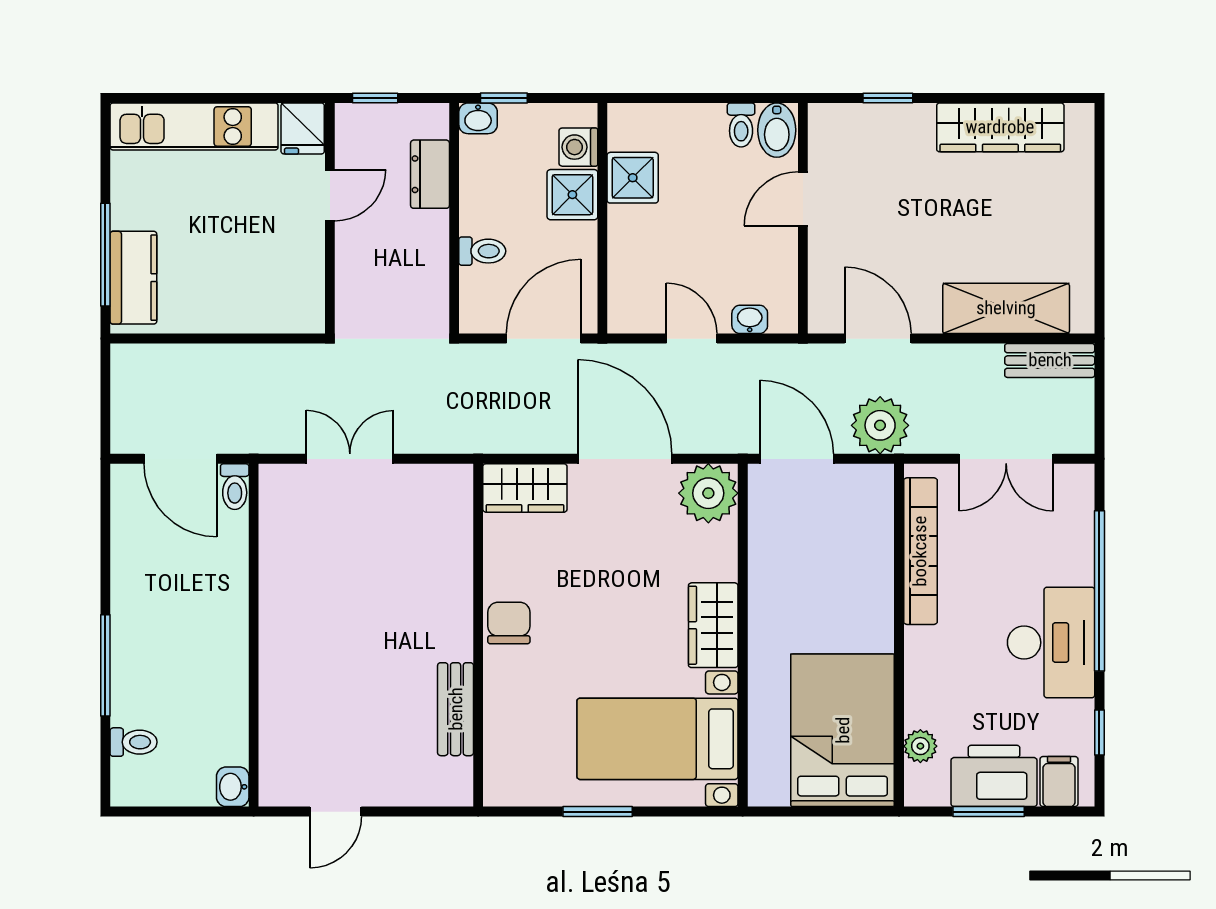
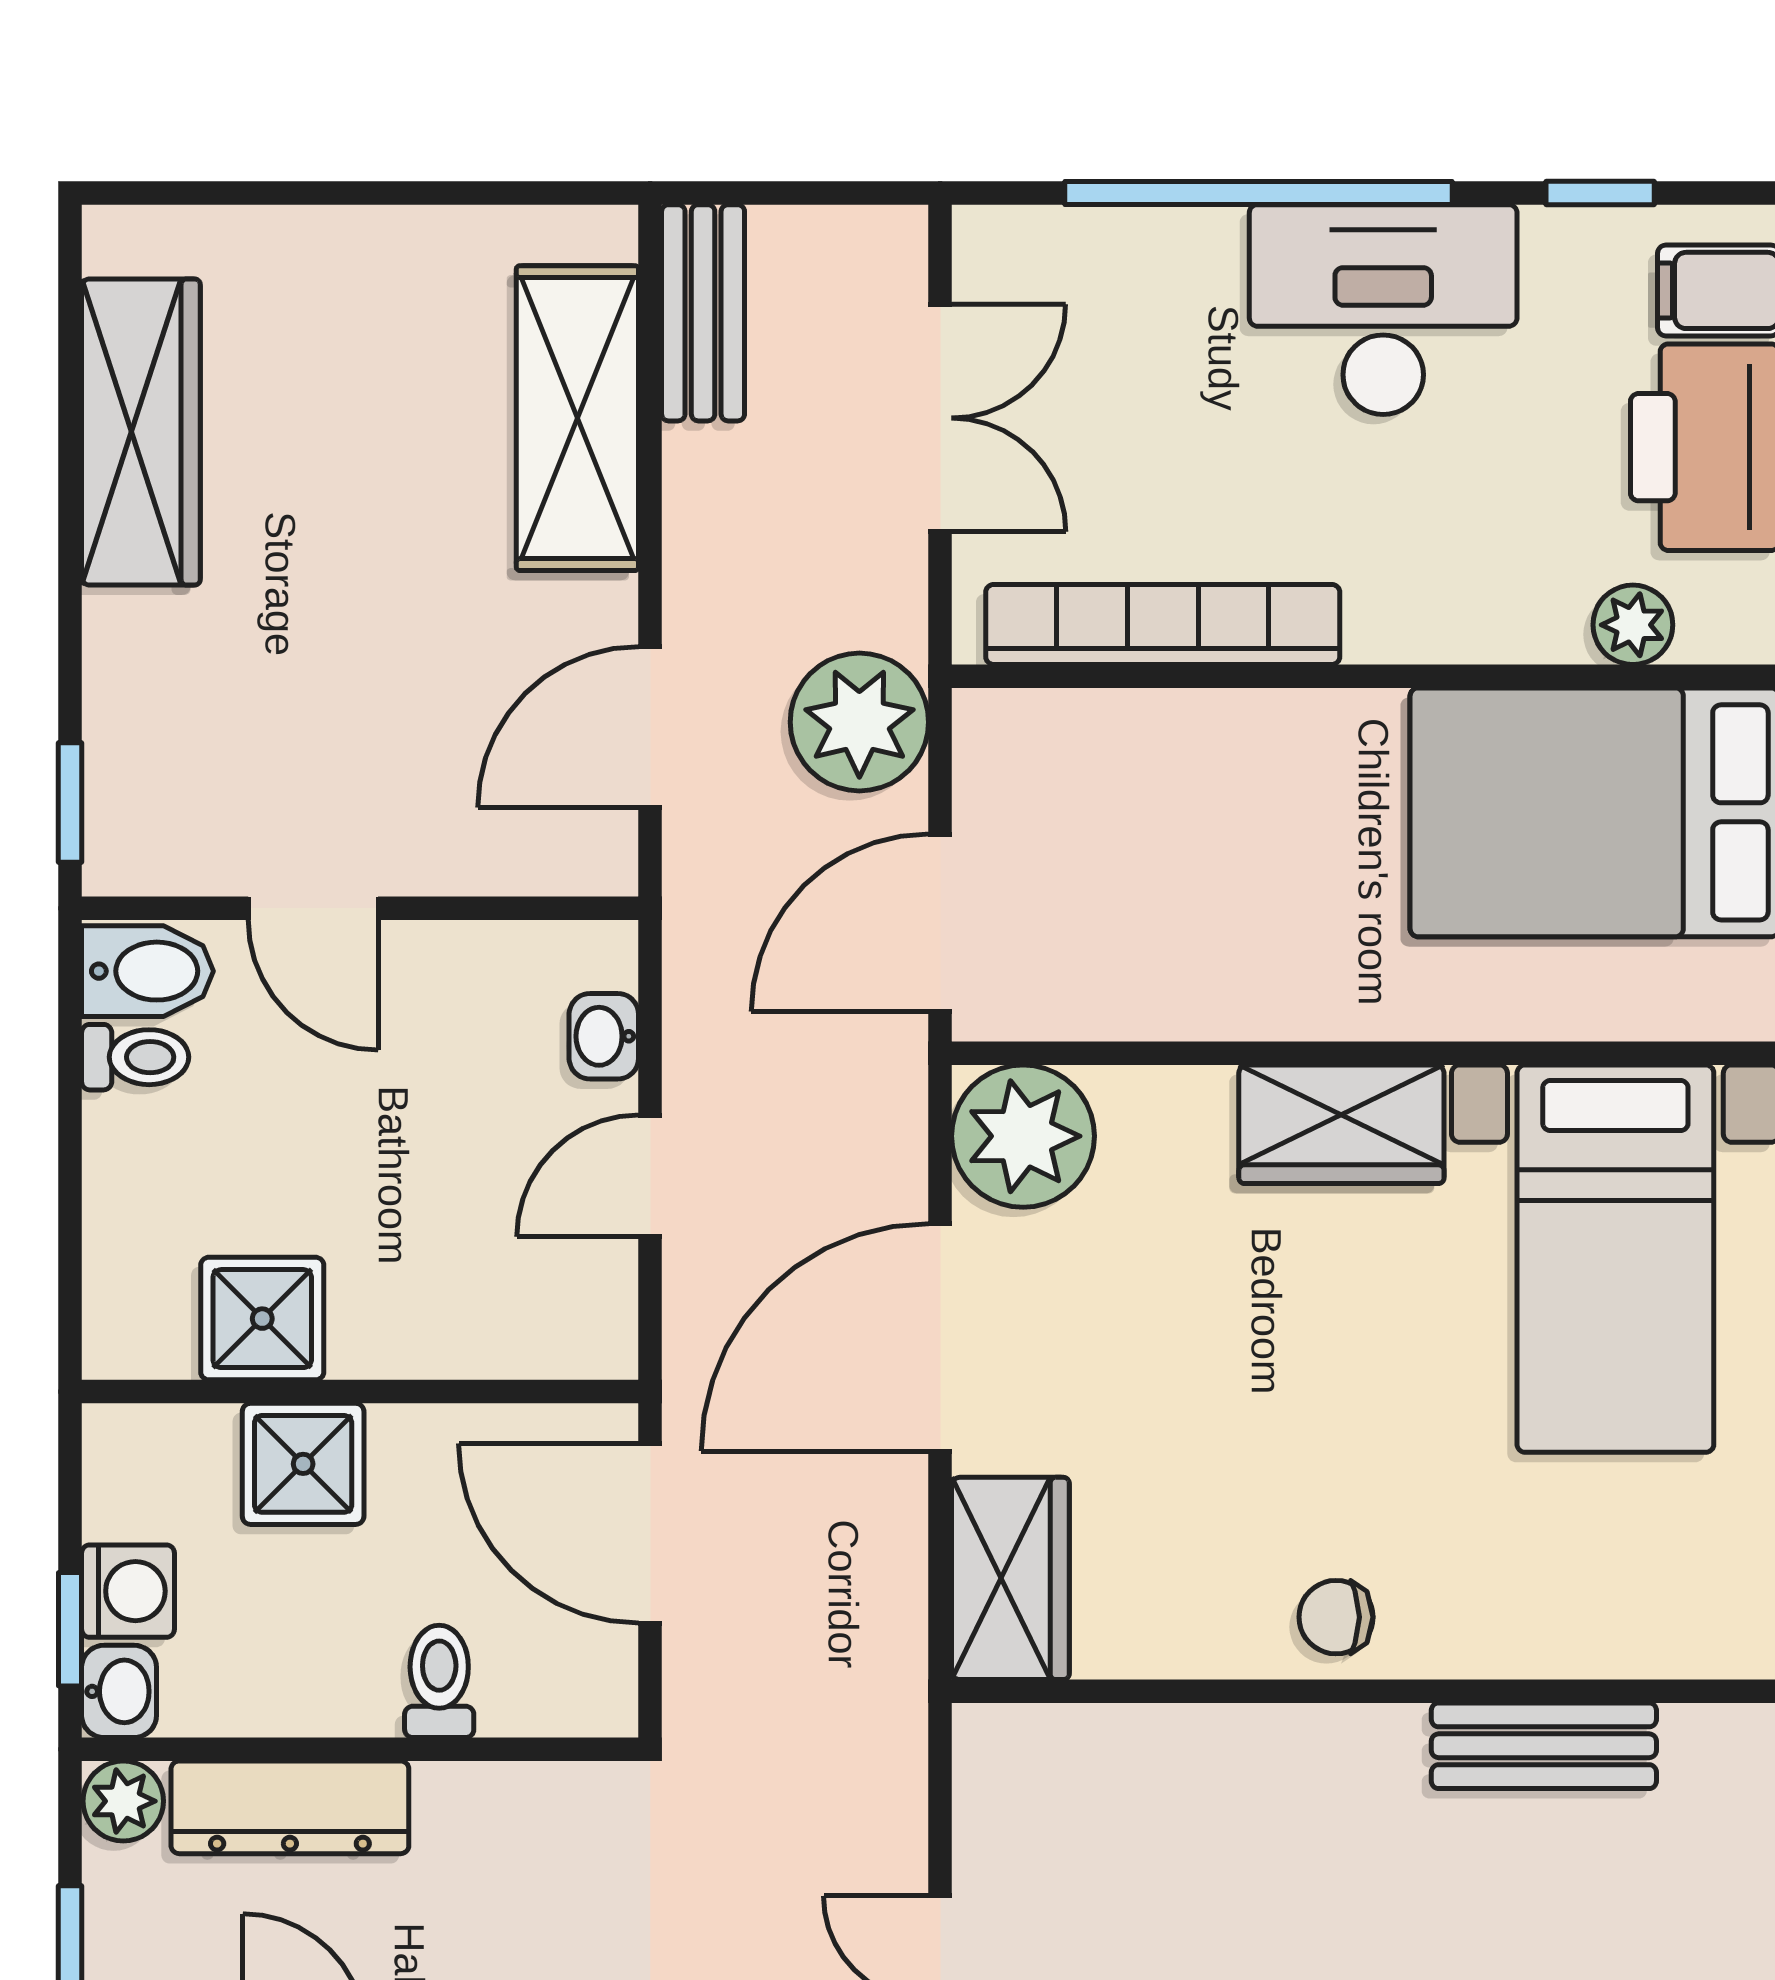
window: (888, 98) -> (70, 802), moved
plant: (433, 120) -> (123, 1801), added
washing machine: (578, 147) -> (128, 1591), moved, turned -90
dresser: (430, 174) -> (290, 1807), width x1.44
chair: (509, 623) -> (1336, 1617), width x0.73, depth x0.73

